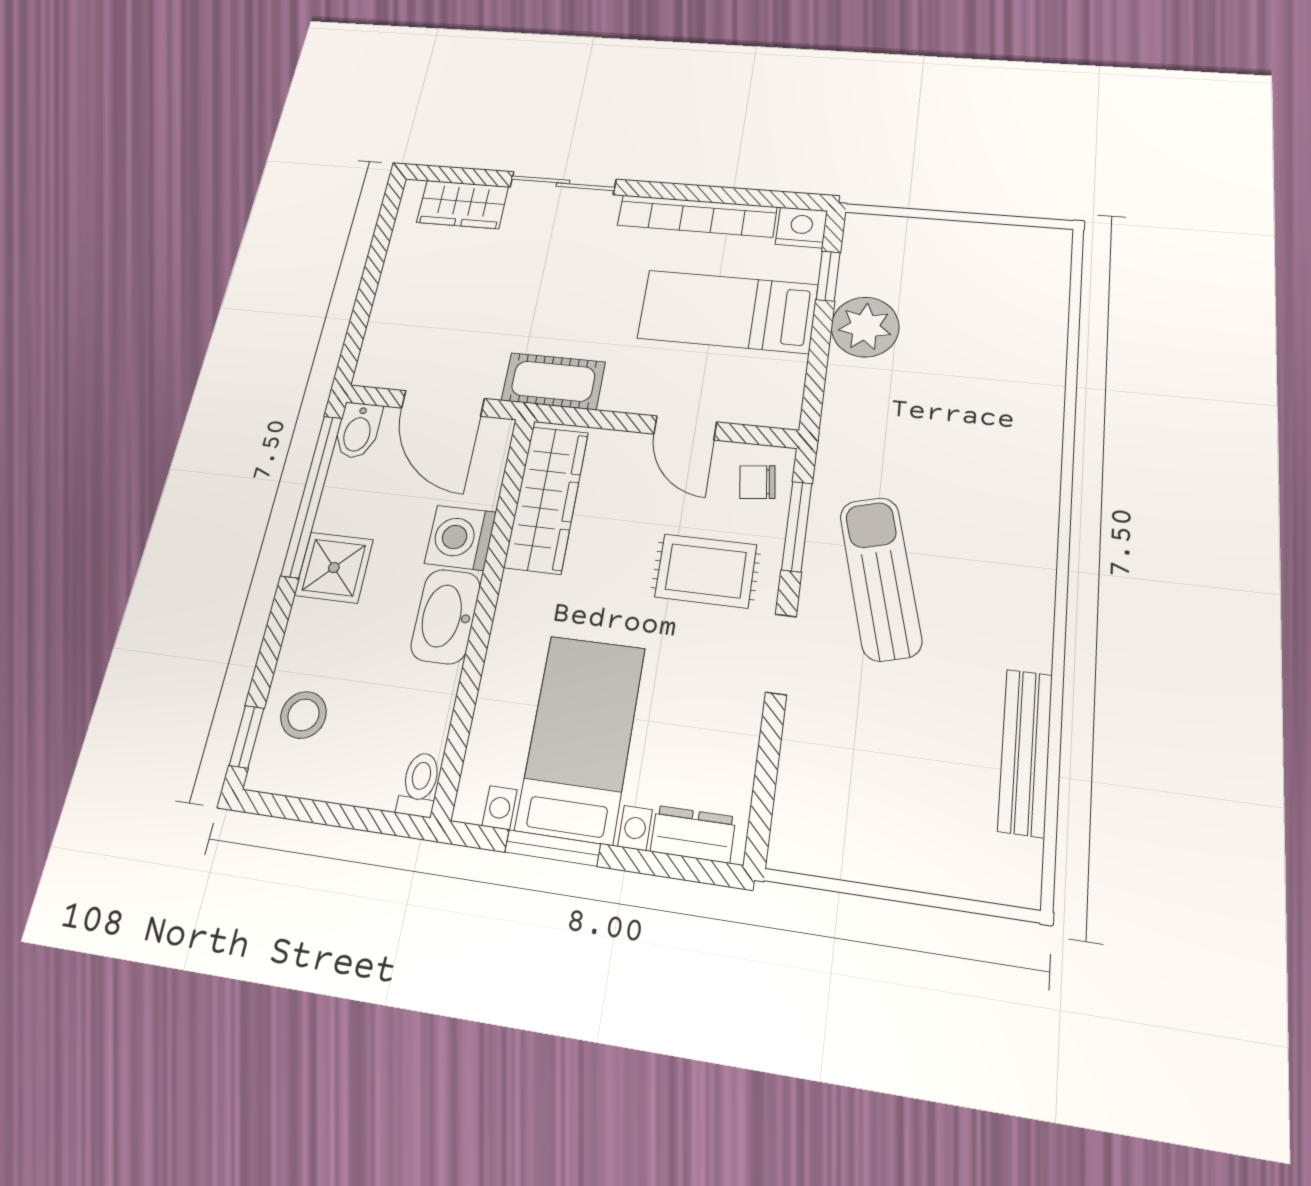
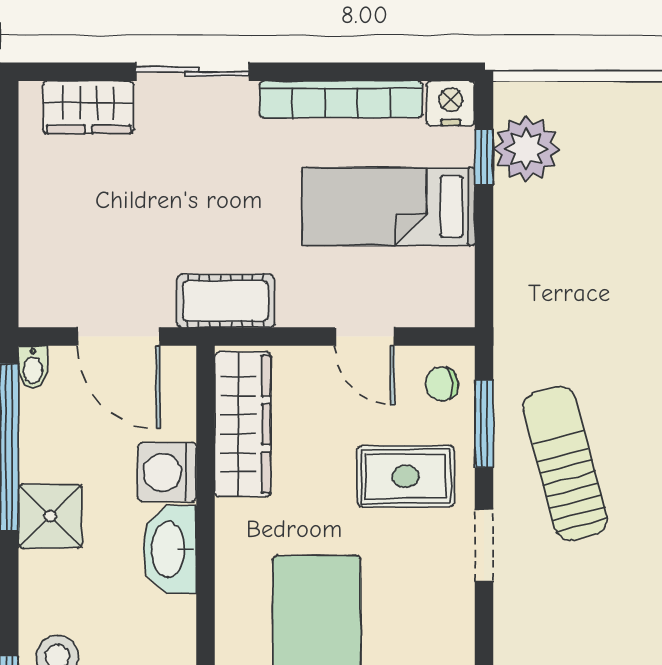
plant: (865, 327) -> (526, 149), moved
bidet: (358, 431) -> (33, 367), width x0.72, depth x0.74

